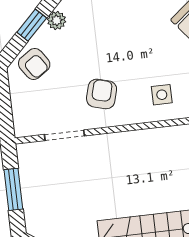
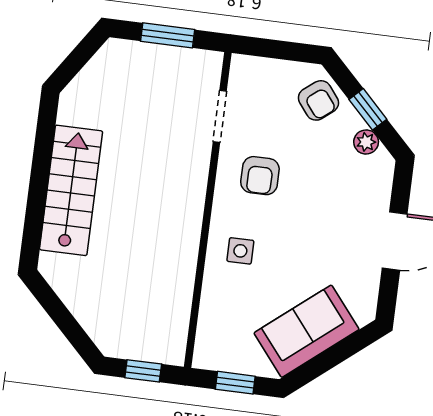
armchair: (34, 64) -> (318, 100), turned -94
armchair: (102, 94) -> (260, 176), turned 75

